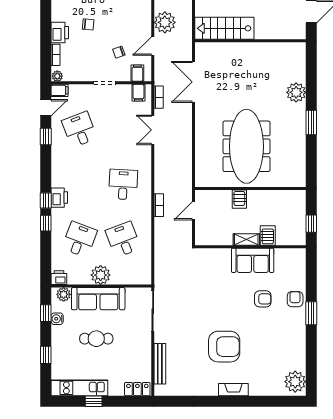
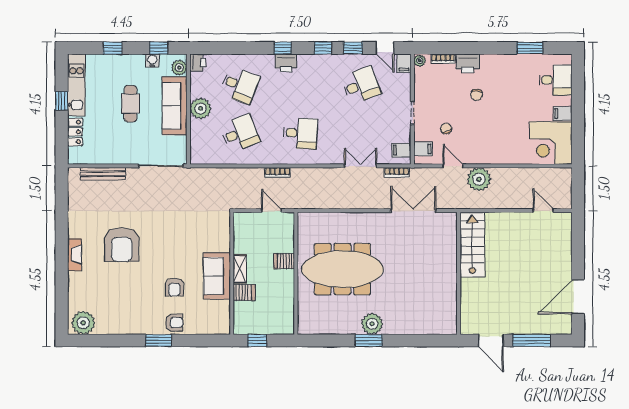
plant: (296, 92) -> (372, 324), moved
window: (46, 223) -> (323, 48), moved
locker: (137, 389) -> (75, 132), moved

